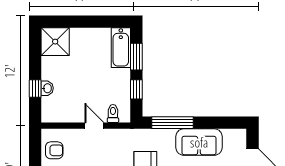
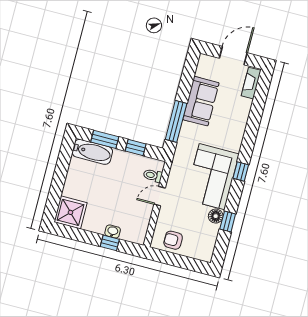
armchair: (54, 150) -> (173, 240), turned -90

